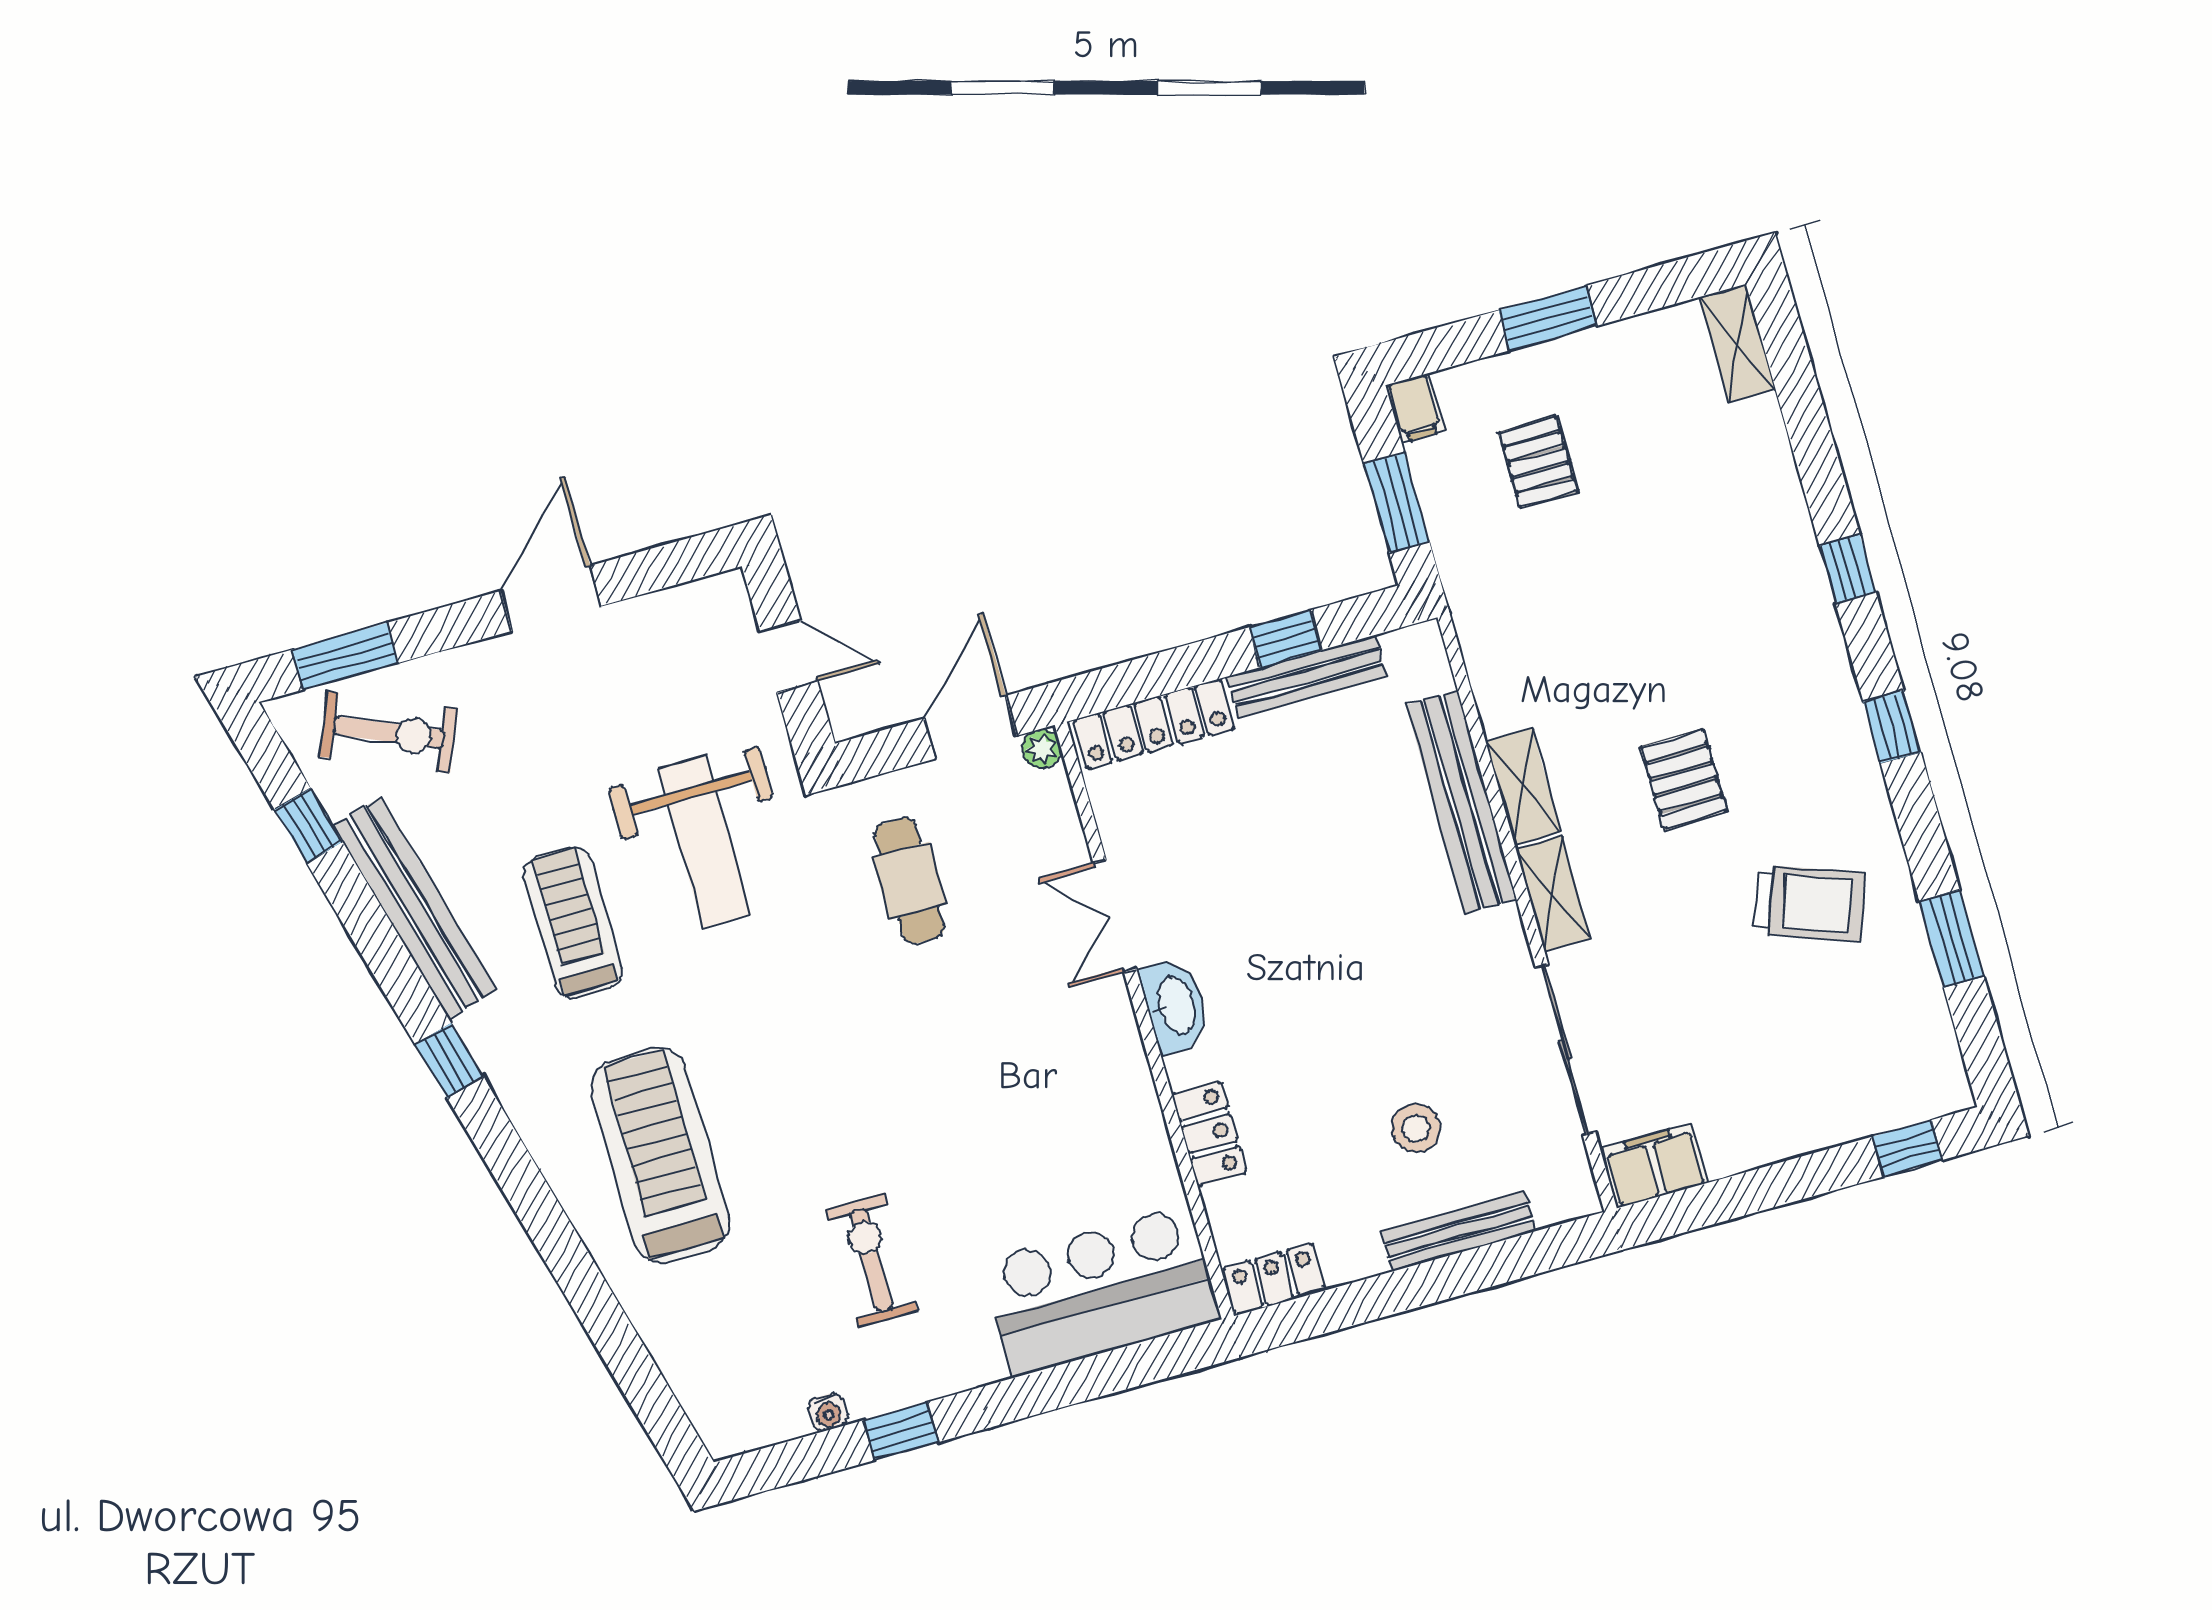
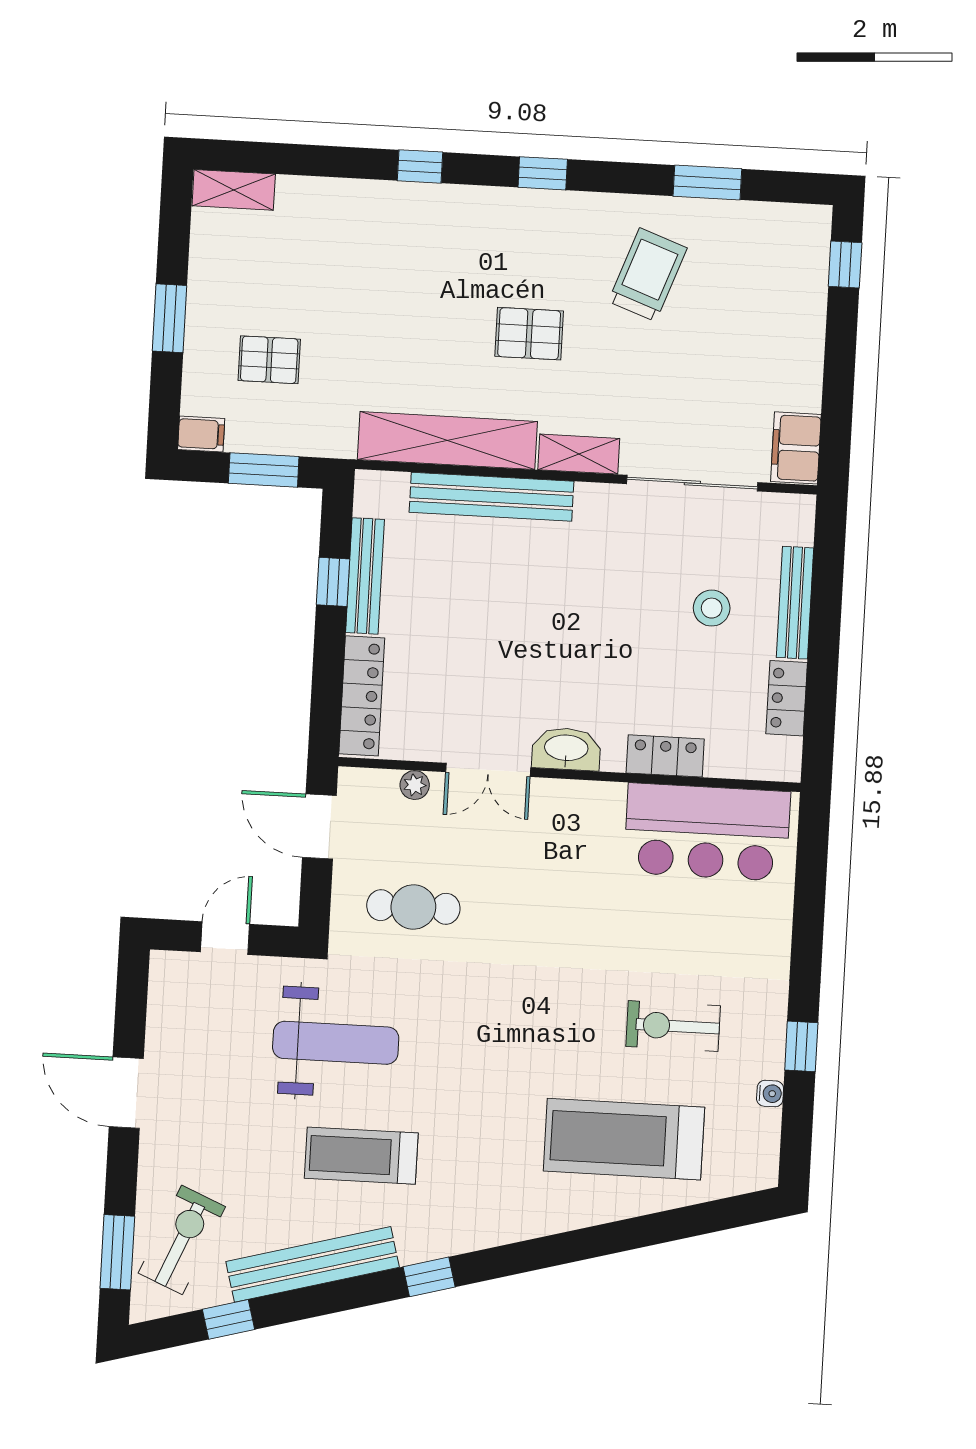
plant: (1041, 749) -> (415, 785), moved
shelving: (1523, 786) -> (447, 440), width x2.20, depth x1.33
treadmill: (660, 1155) -> (624, 1139), moved
locker: (1275, 1279) -> (787, 698), moved
bar counter: (1101, 1291) -> (707, 832), moved, turned -90

